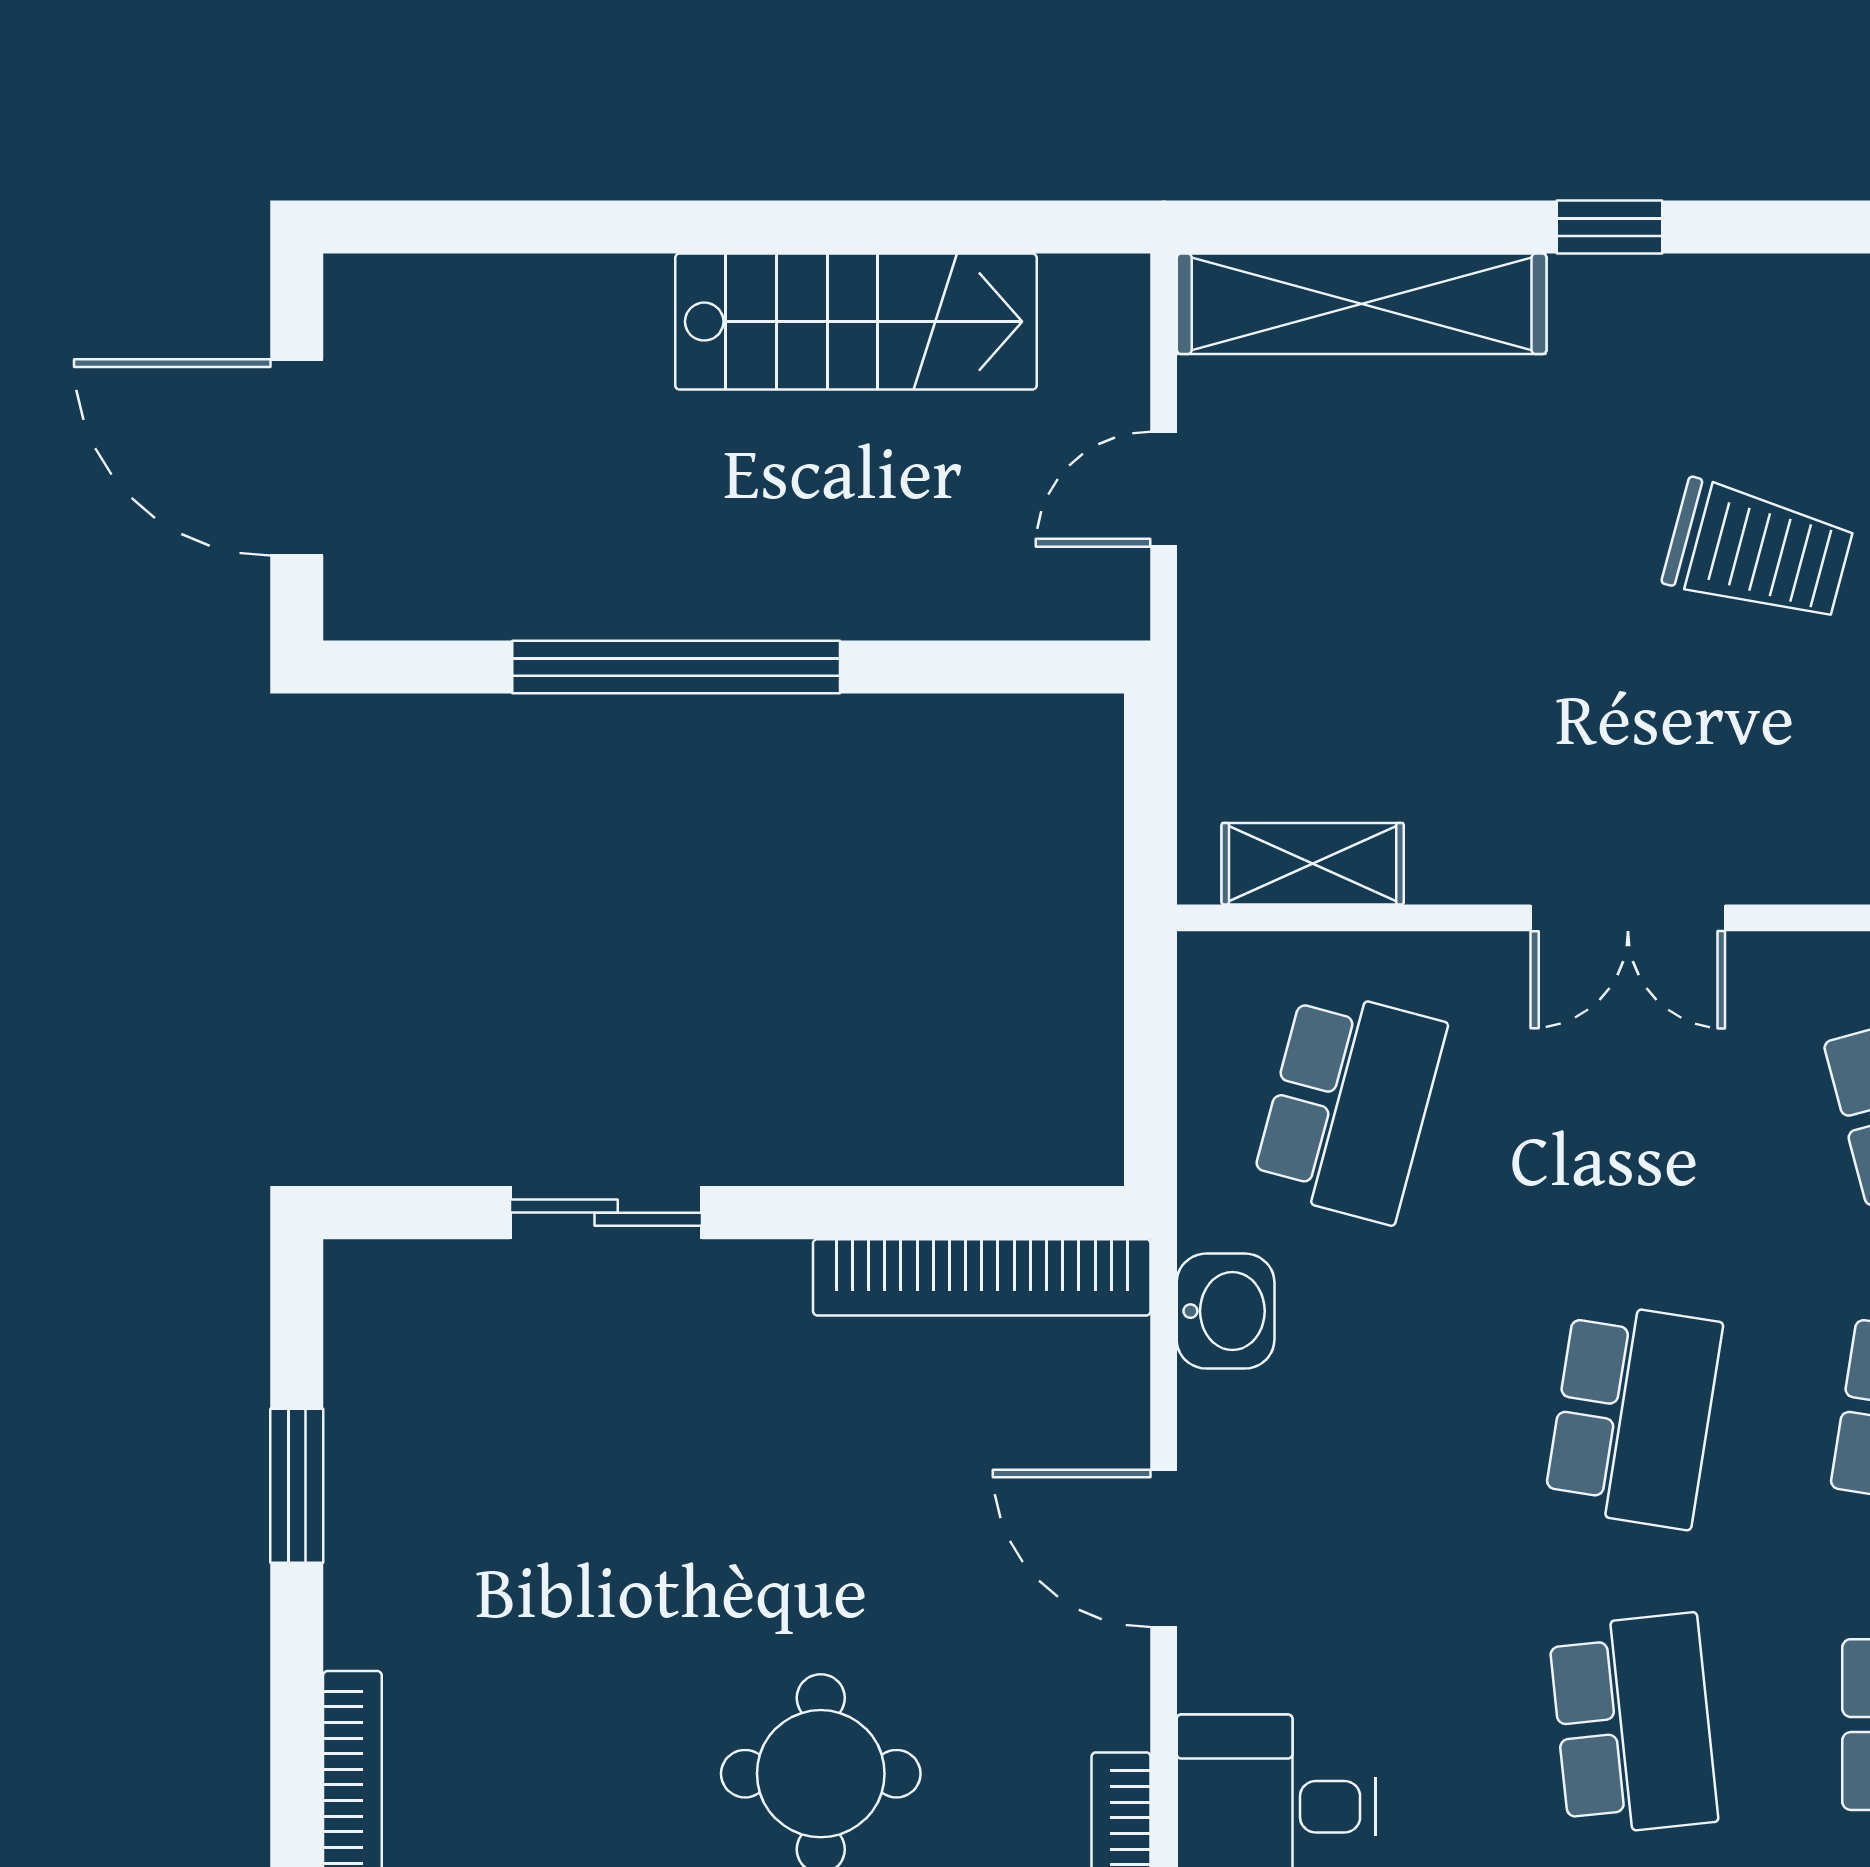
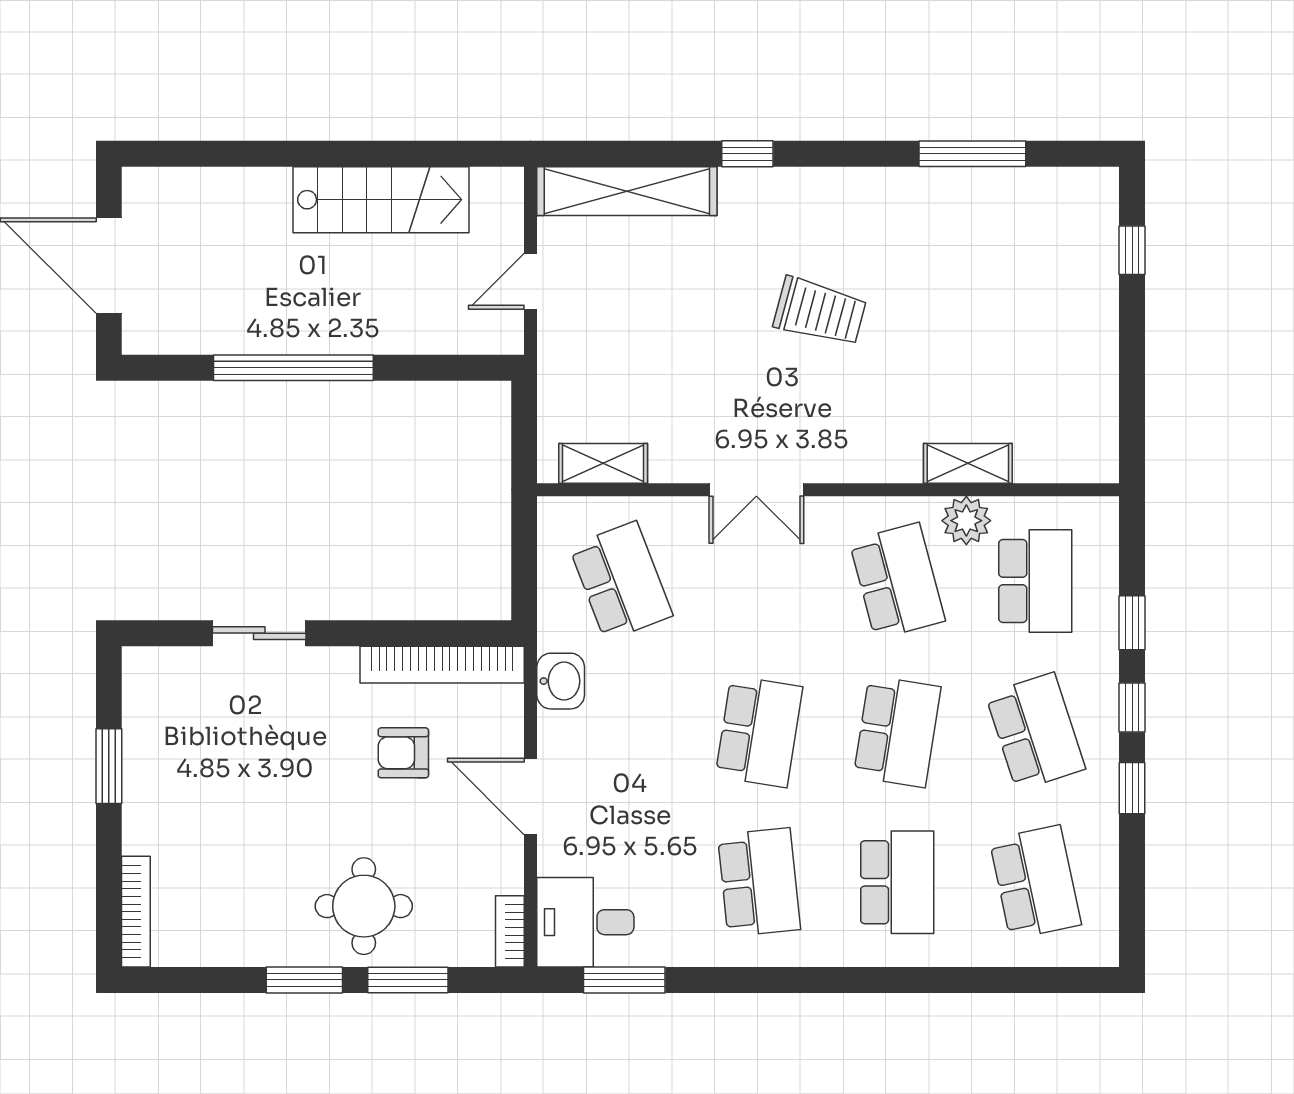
school desk: (1349, 1105) -> (621, 581), turned -36
armchair: (902, 1459) -> (403, 753), added

